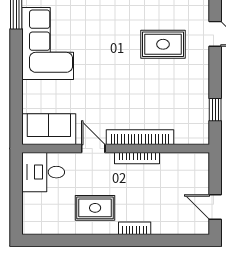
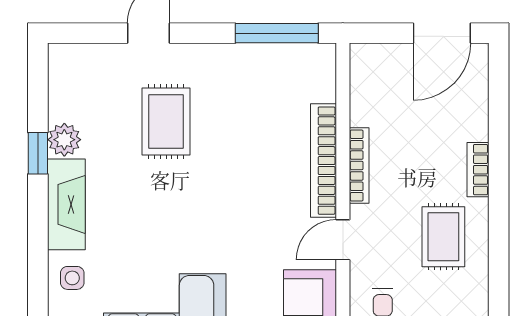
window: (215, 110) -> (277, 33), width x2.17
door: (215, 207) -> (442, 33), width x1.37

